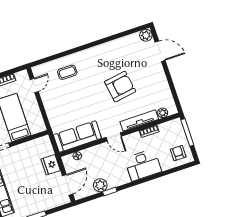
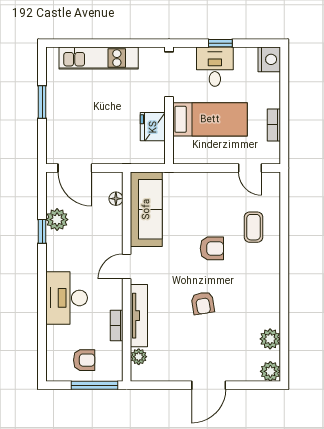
plant: (128, 42) -> (270, 339), added
door: (160, 51) -> (209, 385), moved
armchair: (120, 87) -> (203, 303), width x0.53, depth x0.53
armchair: (87, 92) -> (212, 248), added
armchair: (178, 153) -> (84, 360), moved
fridge: (51, 165) -> (153, 127), moved, turned -90

